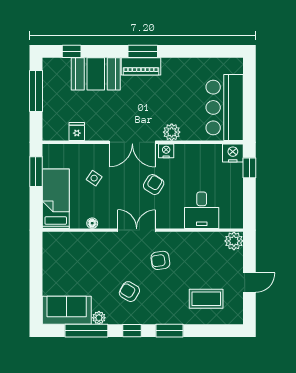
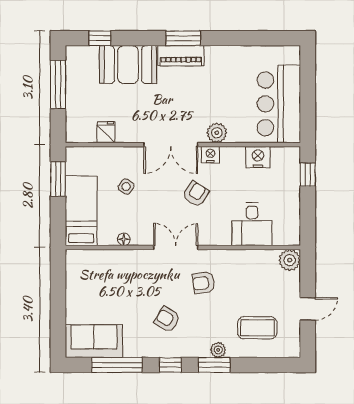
nightstand: (233, 153) -> (258, 157), moved
plant: (99, 318) -> (218, 350), moved

